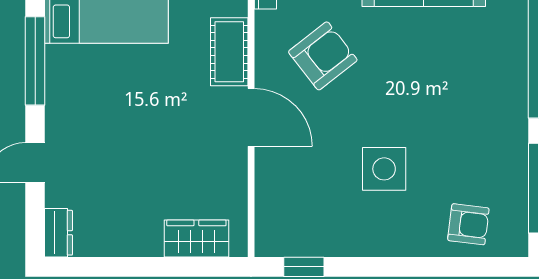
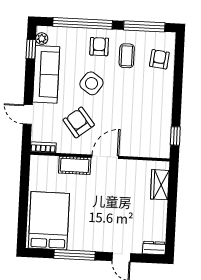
armchair: (490, 92) -> (99, 47), added
coffee table: (473, 153) -> (127, 56), added
side table: (384, 169) -> (91, 83), moved, turned 35

